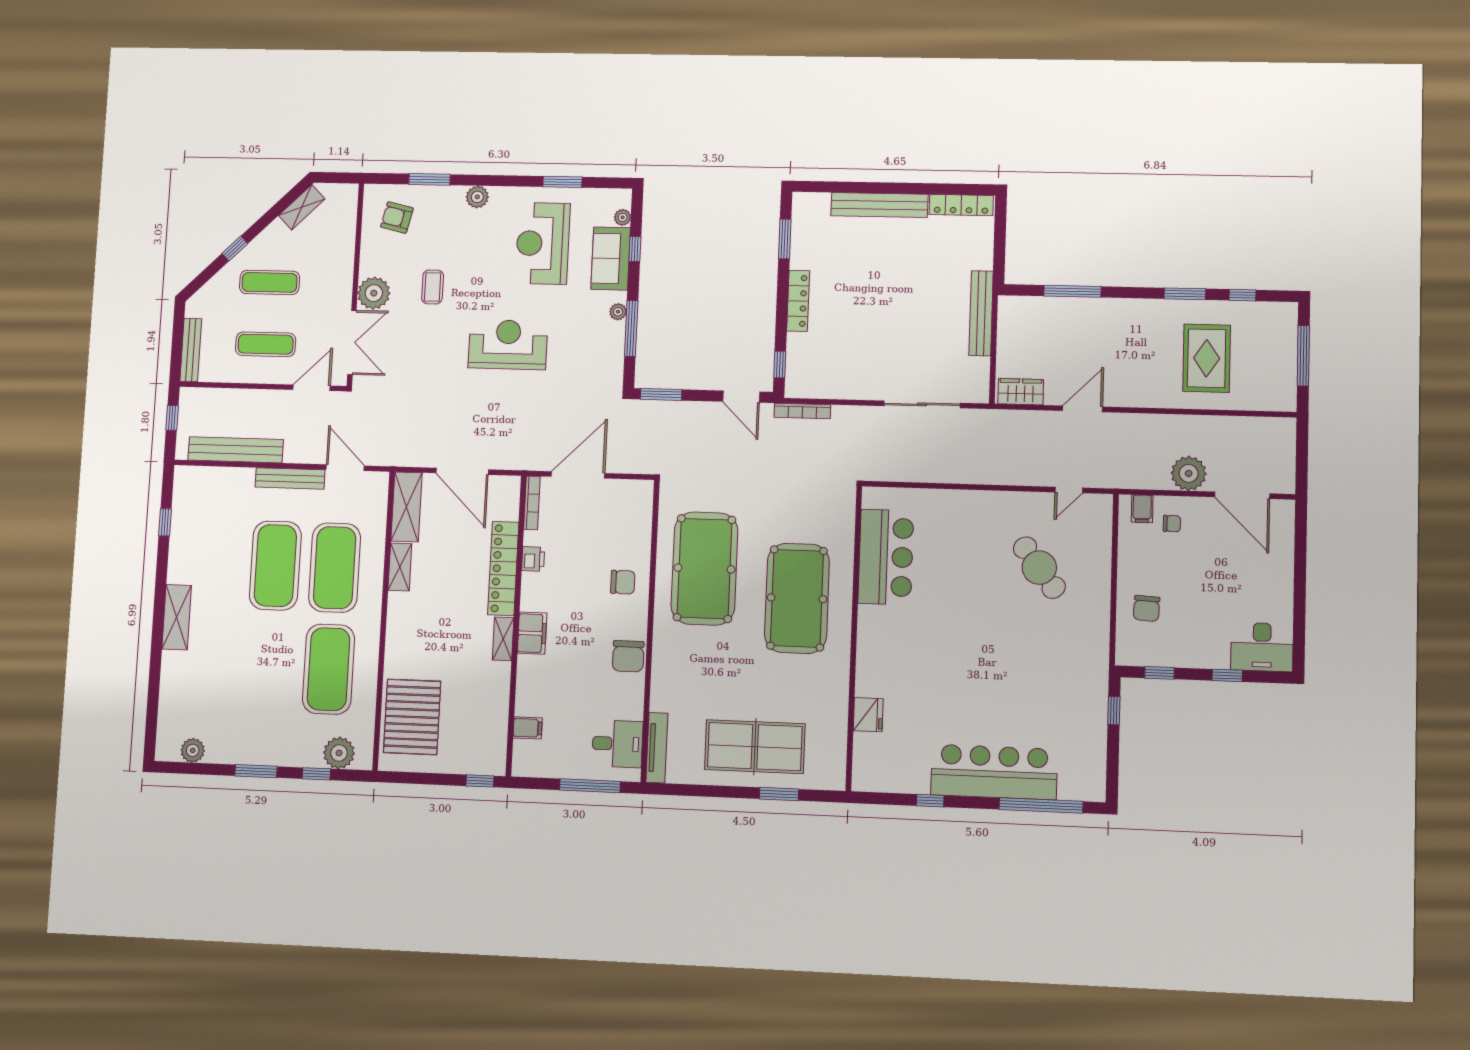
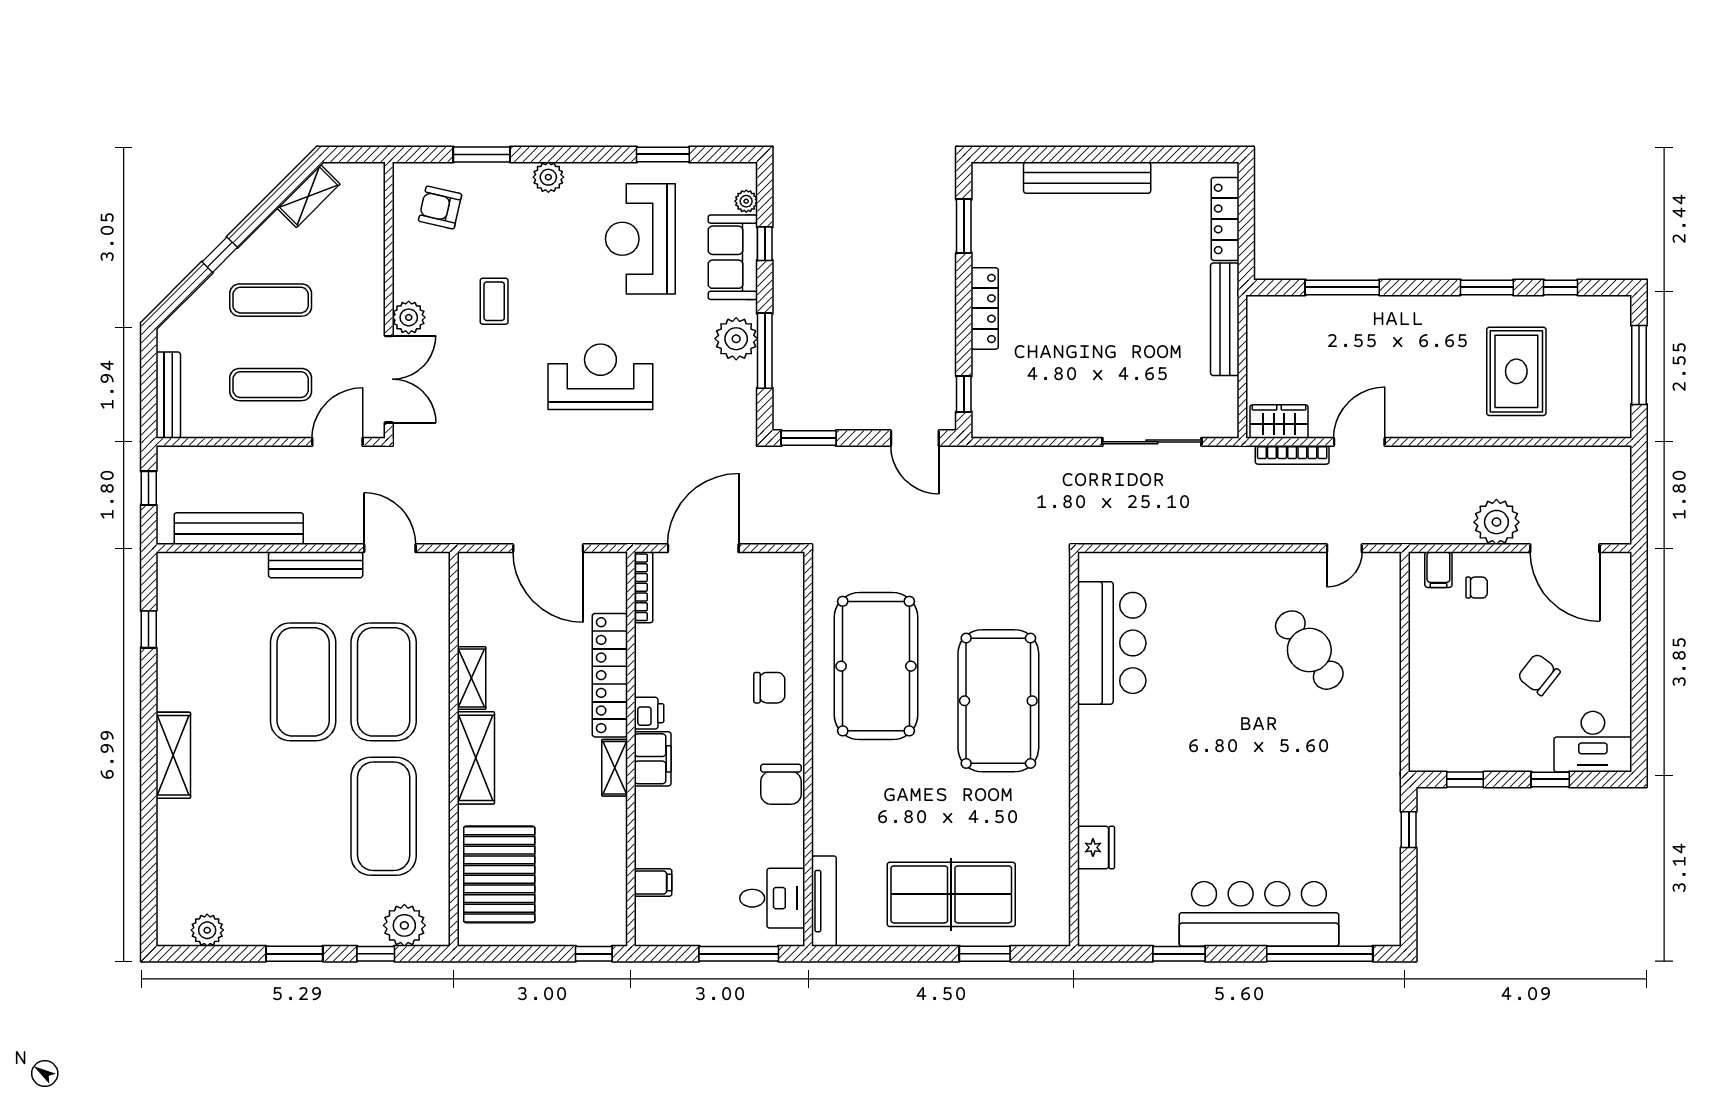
locker: (961, 205) -> (1225, 219), moved, turned 90
plant: (374, 293) -> (409, 317), width x0.73, depth x0.73
plant: (618, 312) -> (736, 339), width x1.88, depth x1.88
bookcase: (802, 411) -> (1292, 455), moved
shelving: (406, 507) -> (476, 758), moved
printer: (533, 559) -> (649, 713), moved
chair: (1147, 608) -> (1539, 674), moved, turned 125
window: (930, 801) -> (1179, 954), width x1.50

